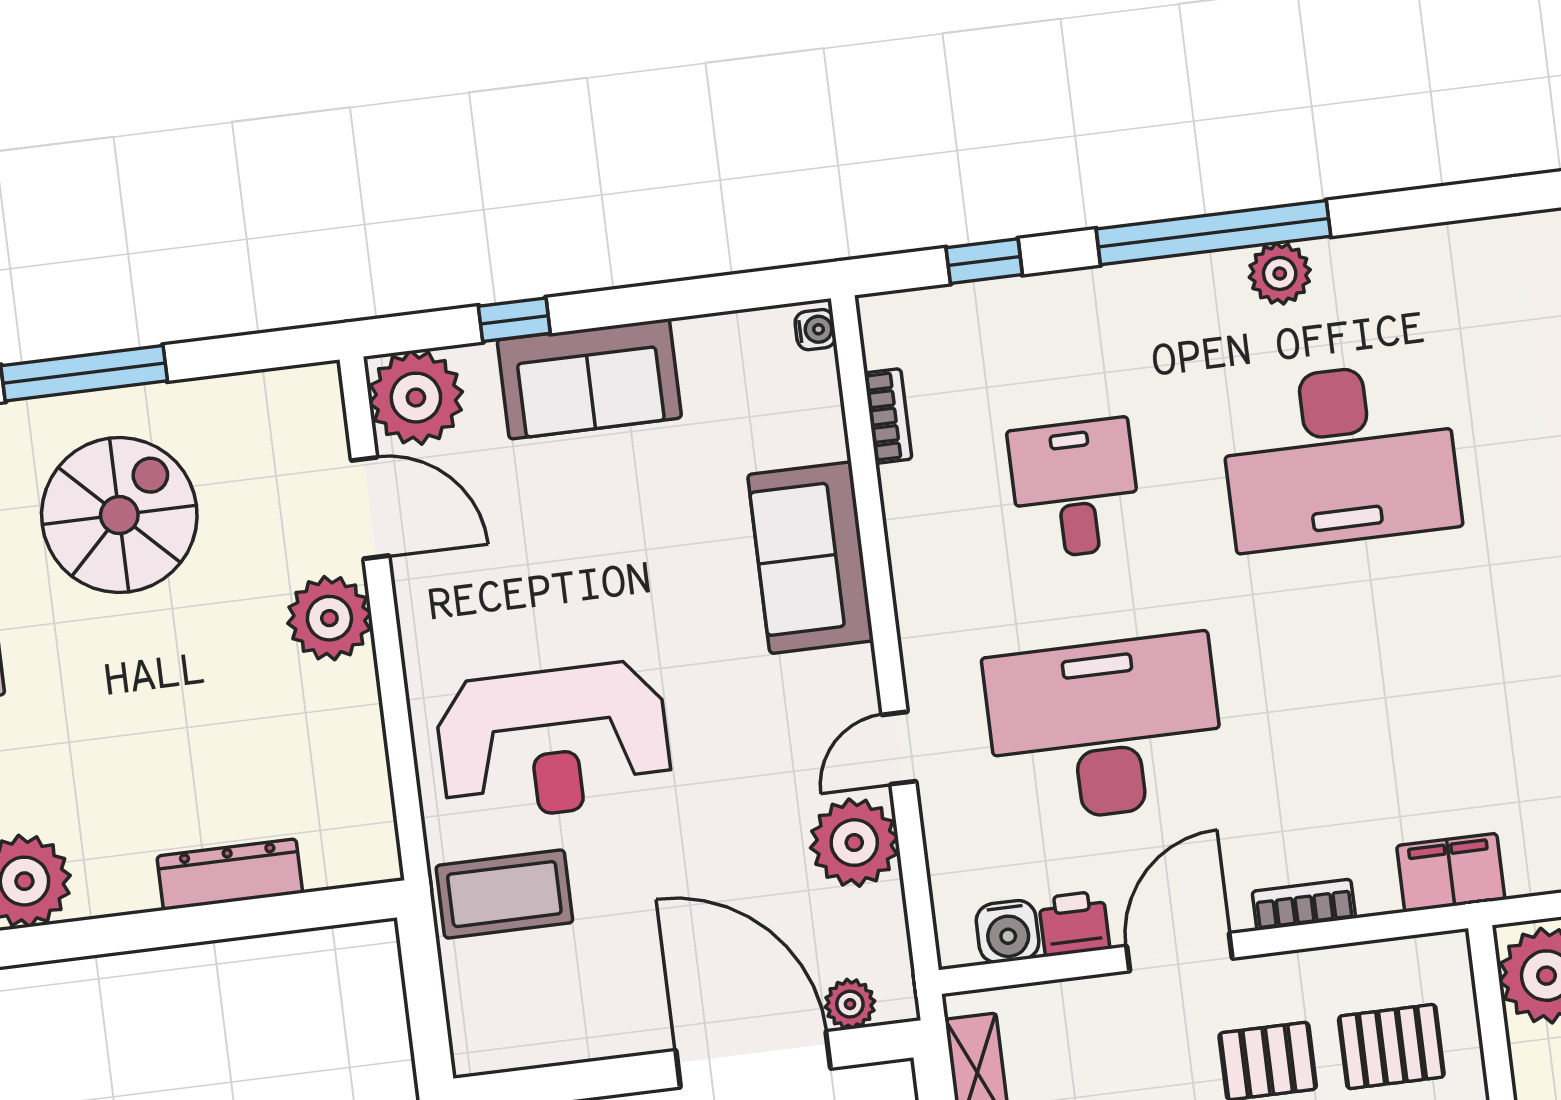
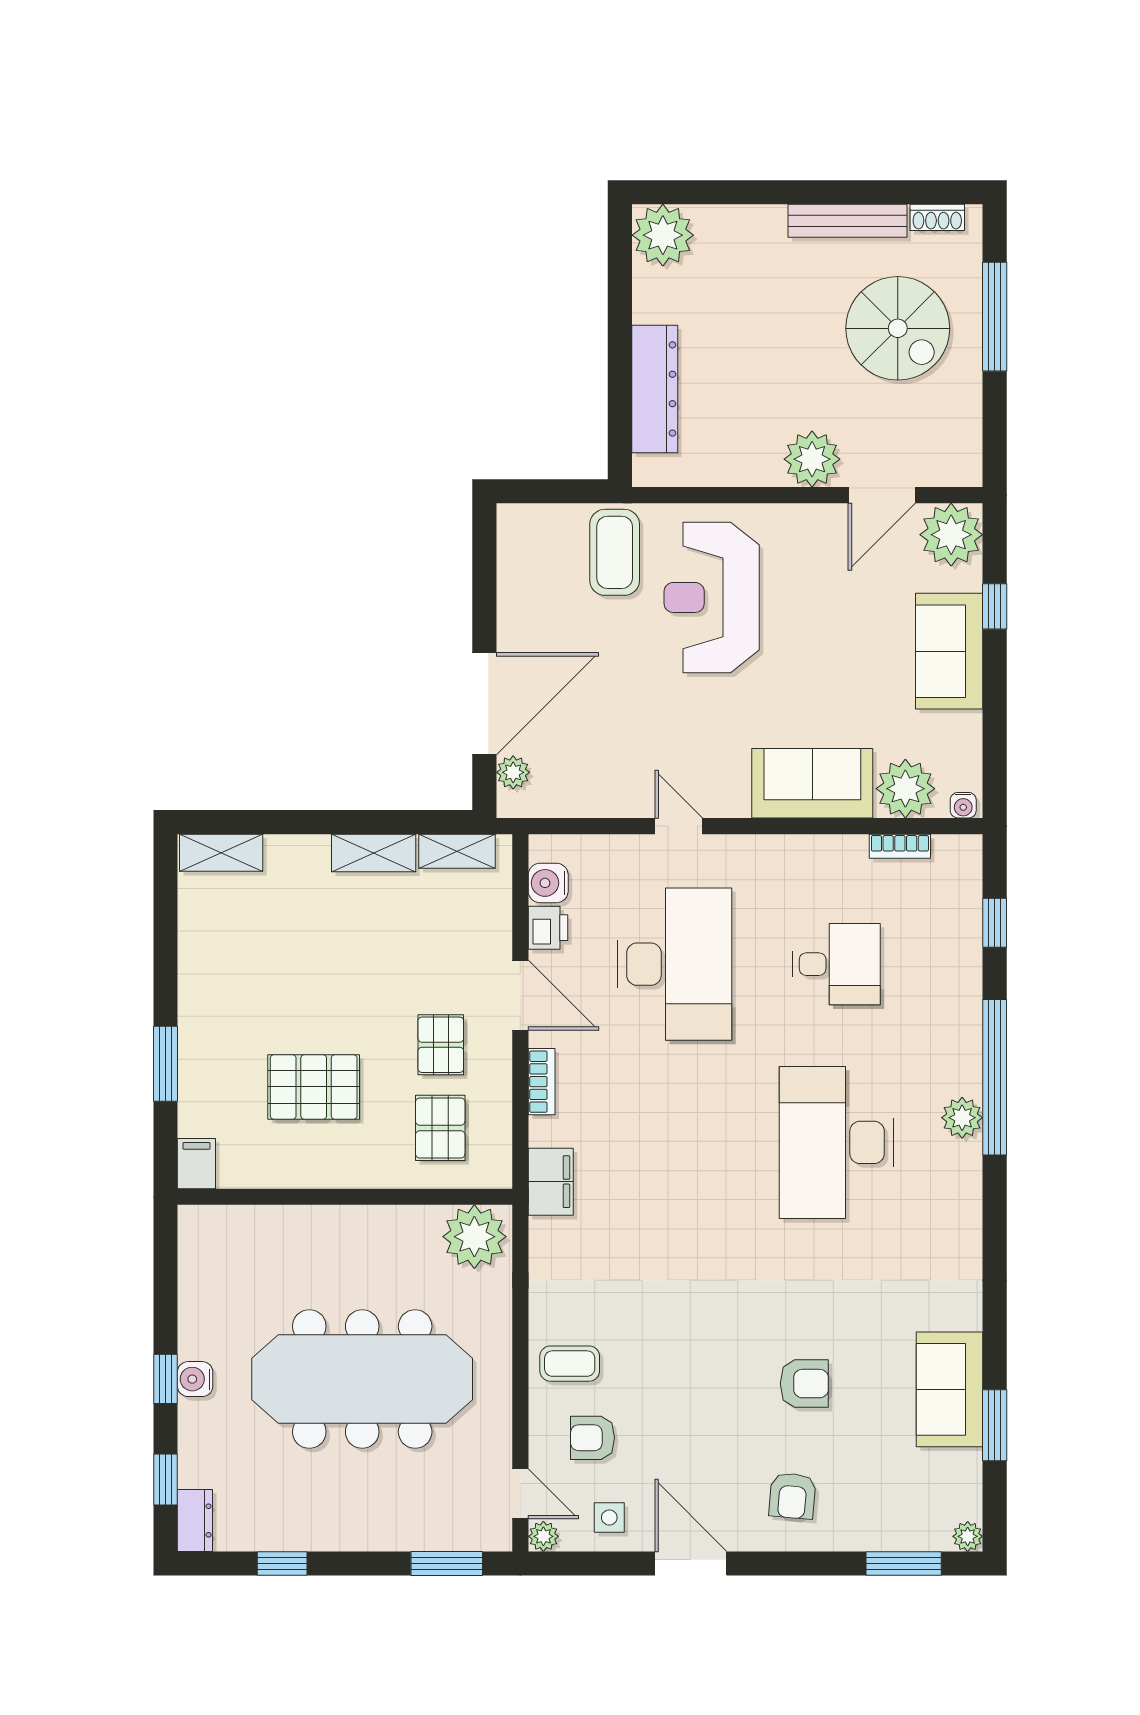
plant: (854, 843) -> (905, 789), moved
dresser: (230, 875) -> (655, 389), width x1.37, depth x1.24

